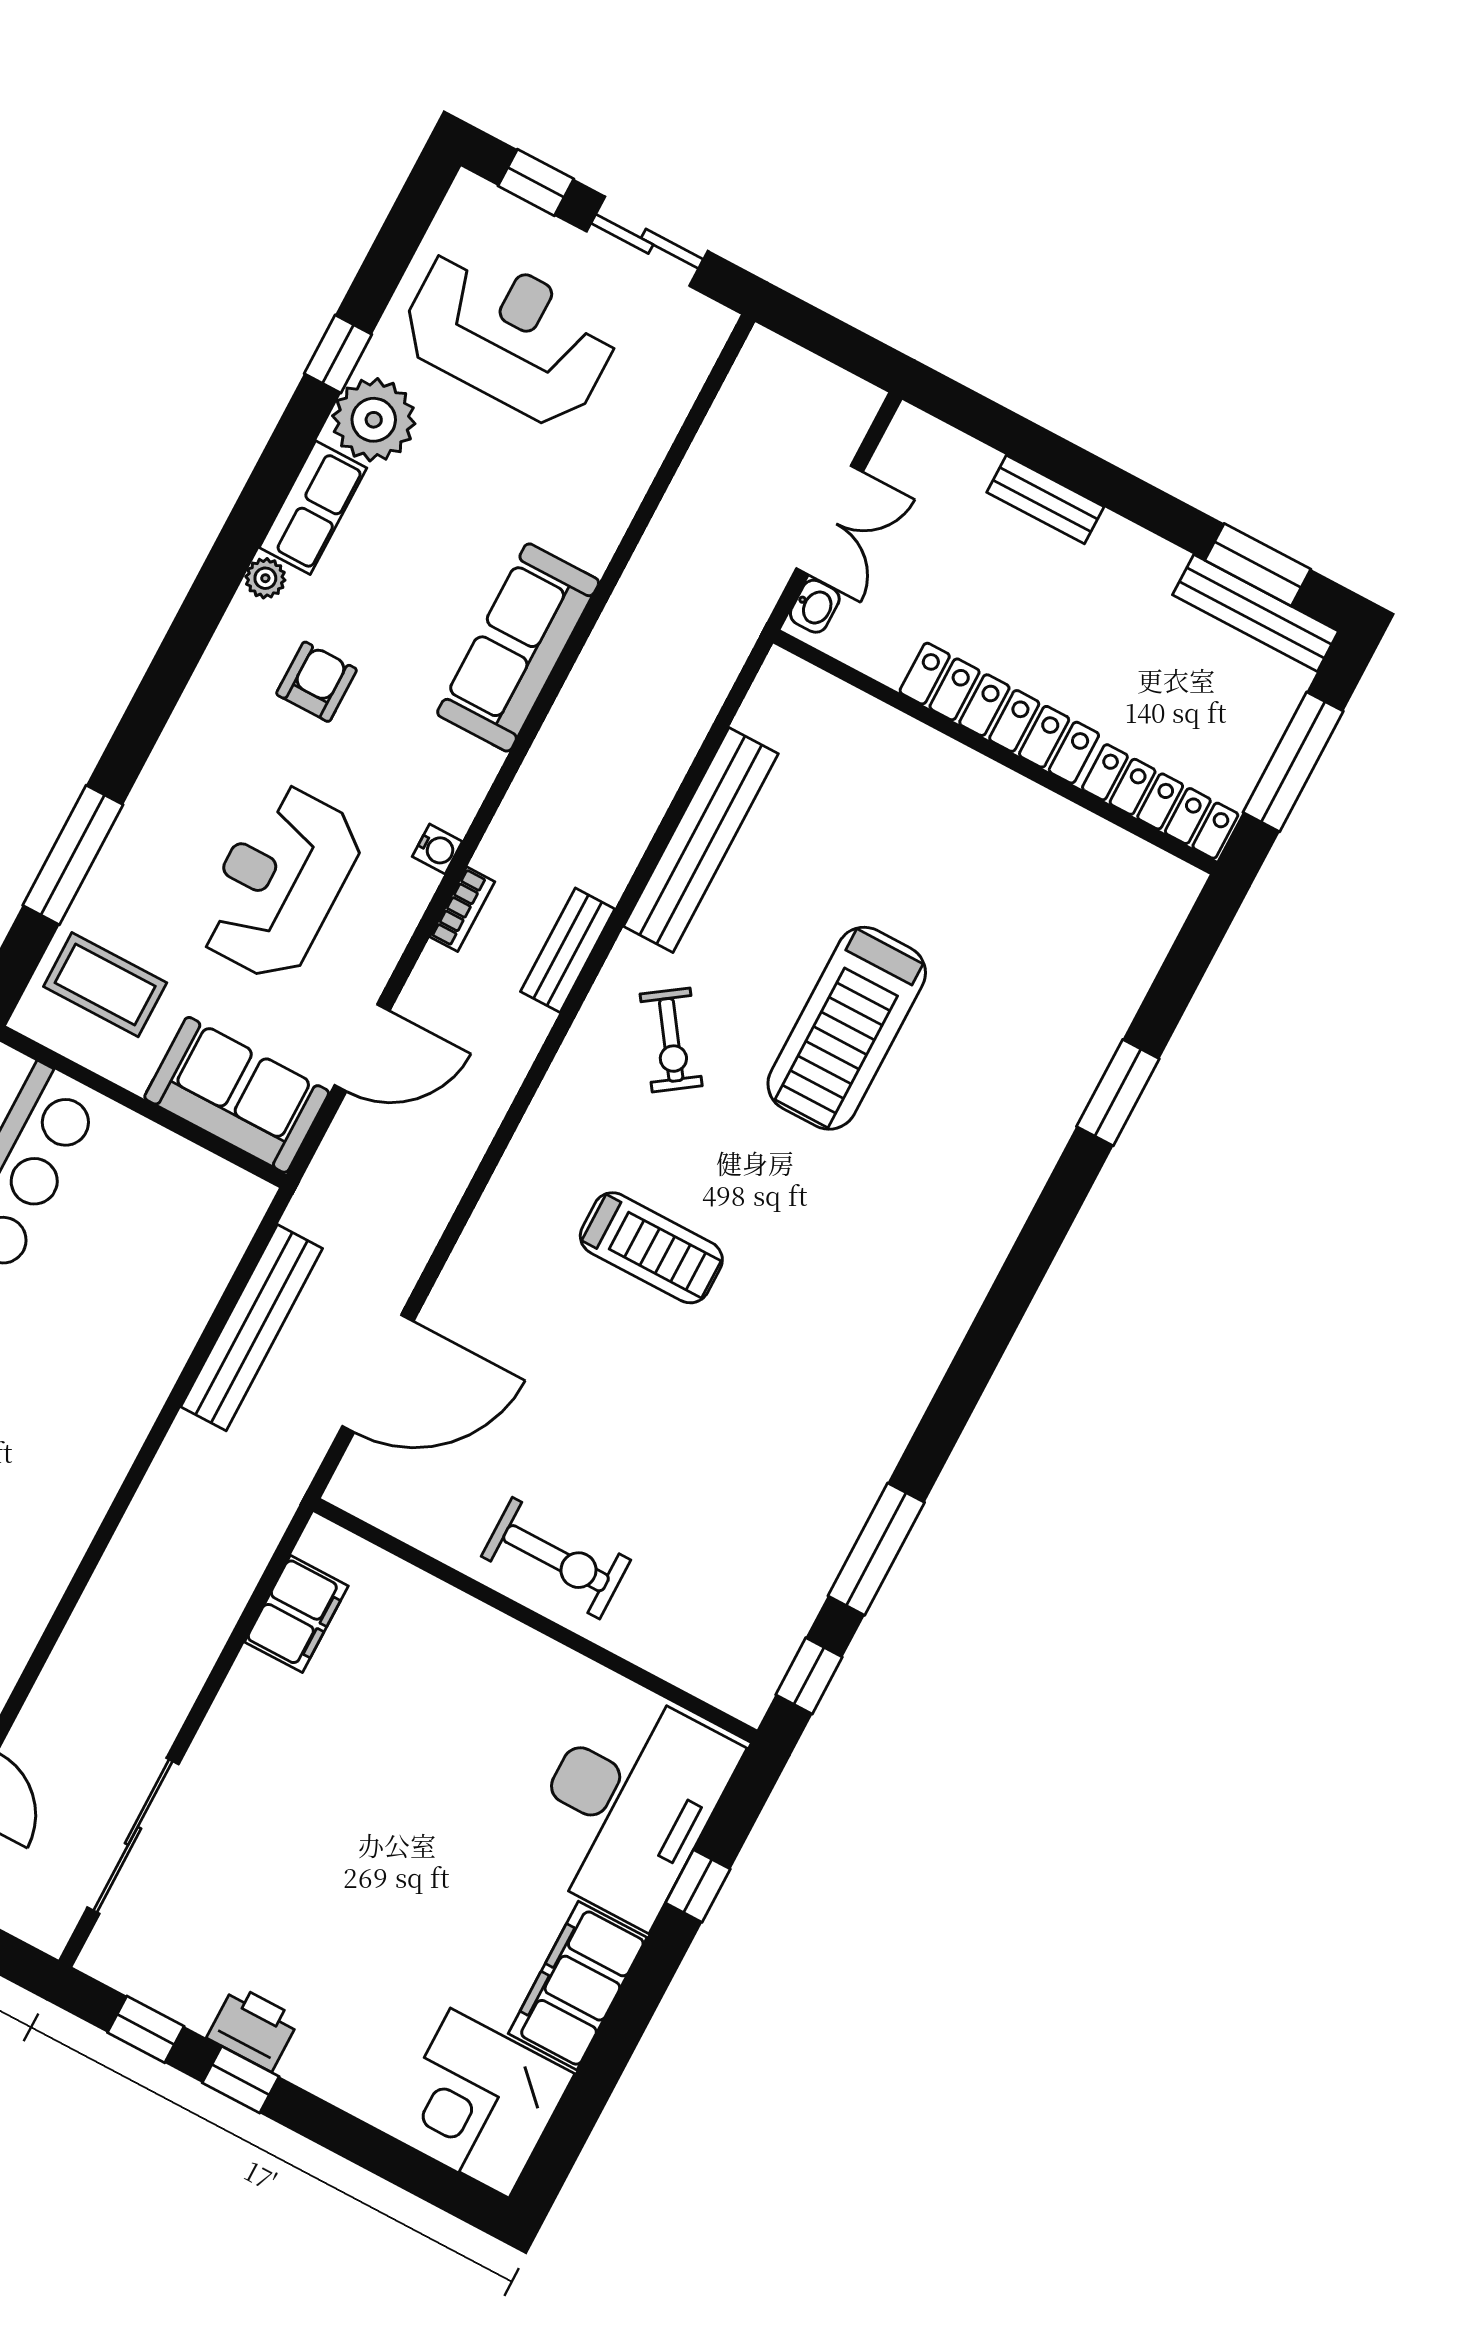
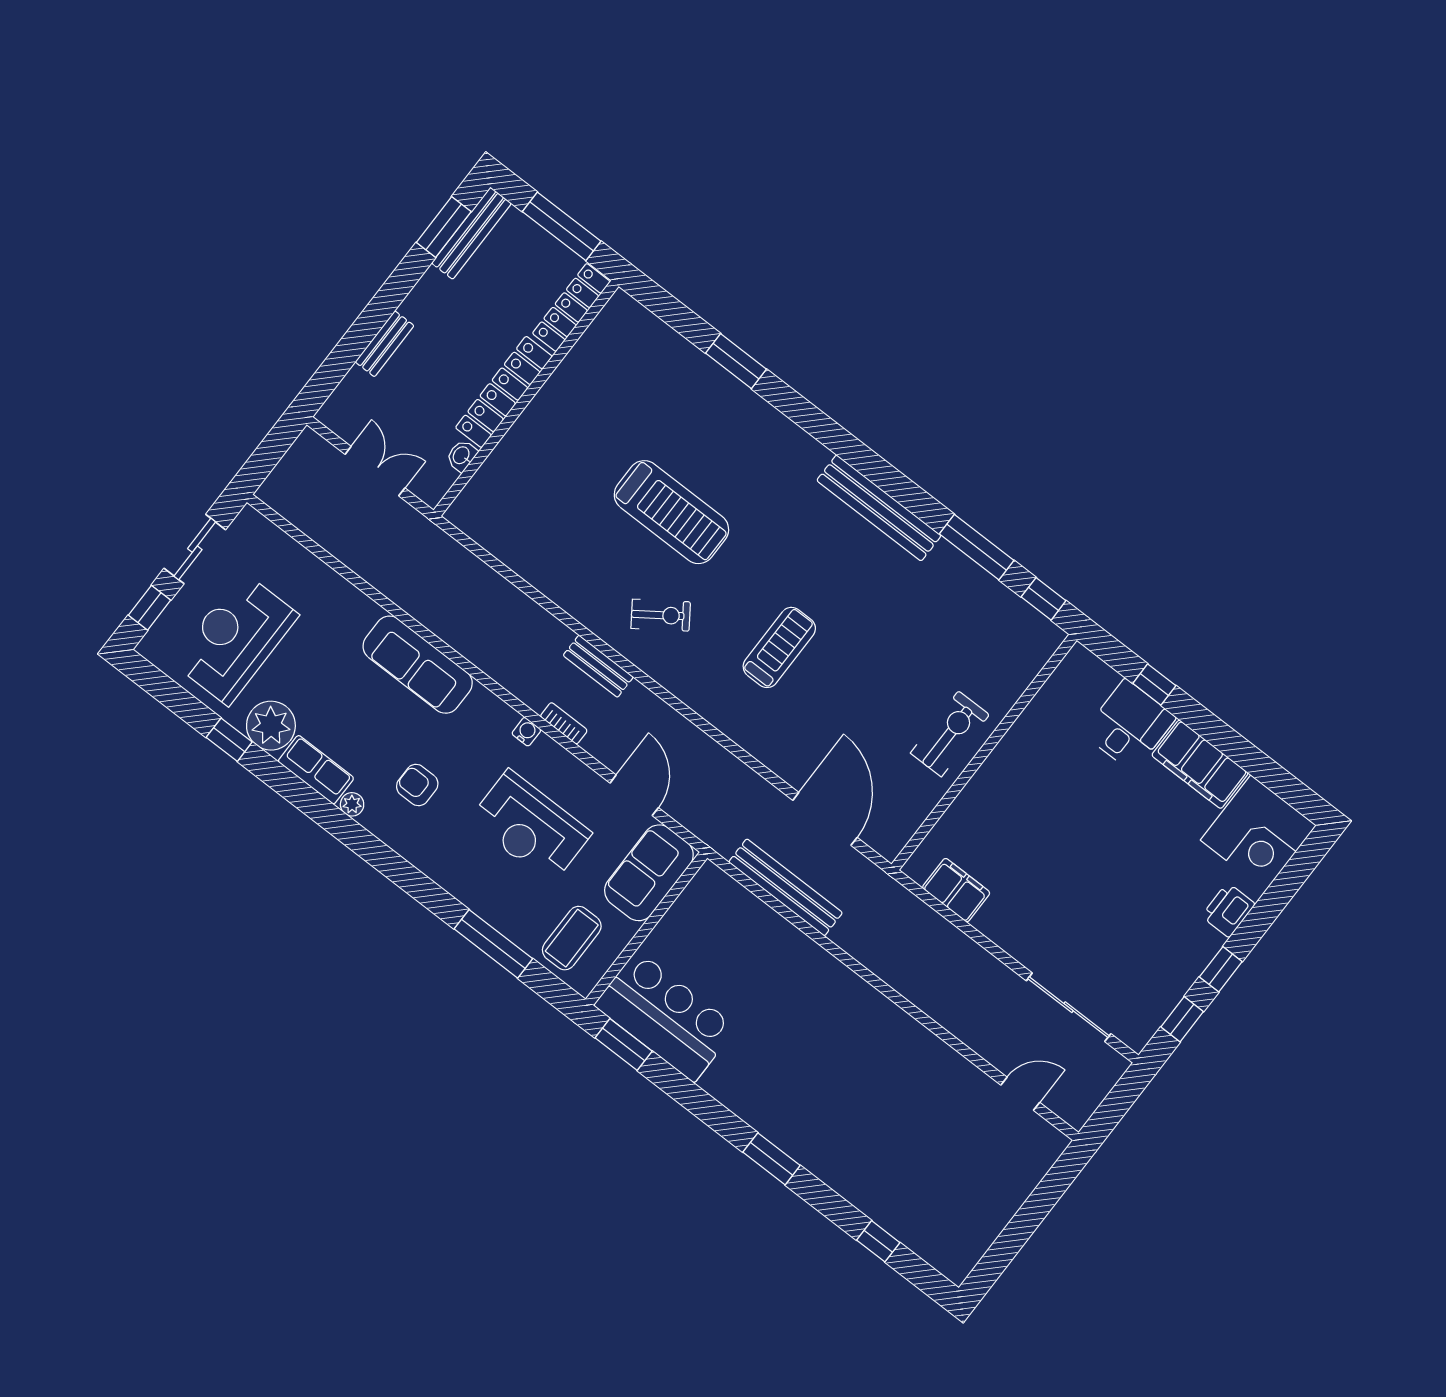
washbasin: (815, 606) -> (462, 456), moved, turned -90
bench: (701, 840) -> (879, 508), moved
desk: (629, 1804) -> (1129, 726), width x0.53, depth x0.77
printer: (253, 2028) -> (1228, 910), moved

